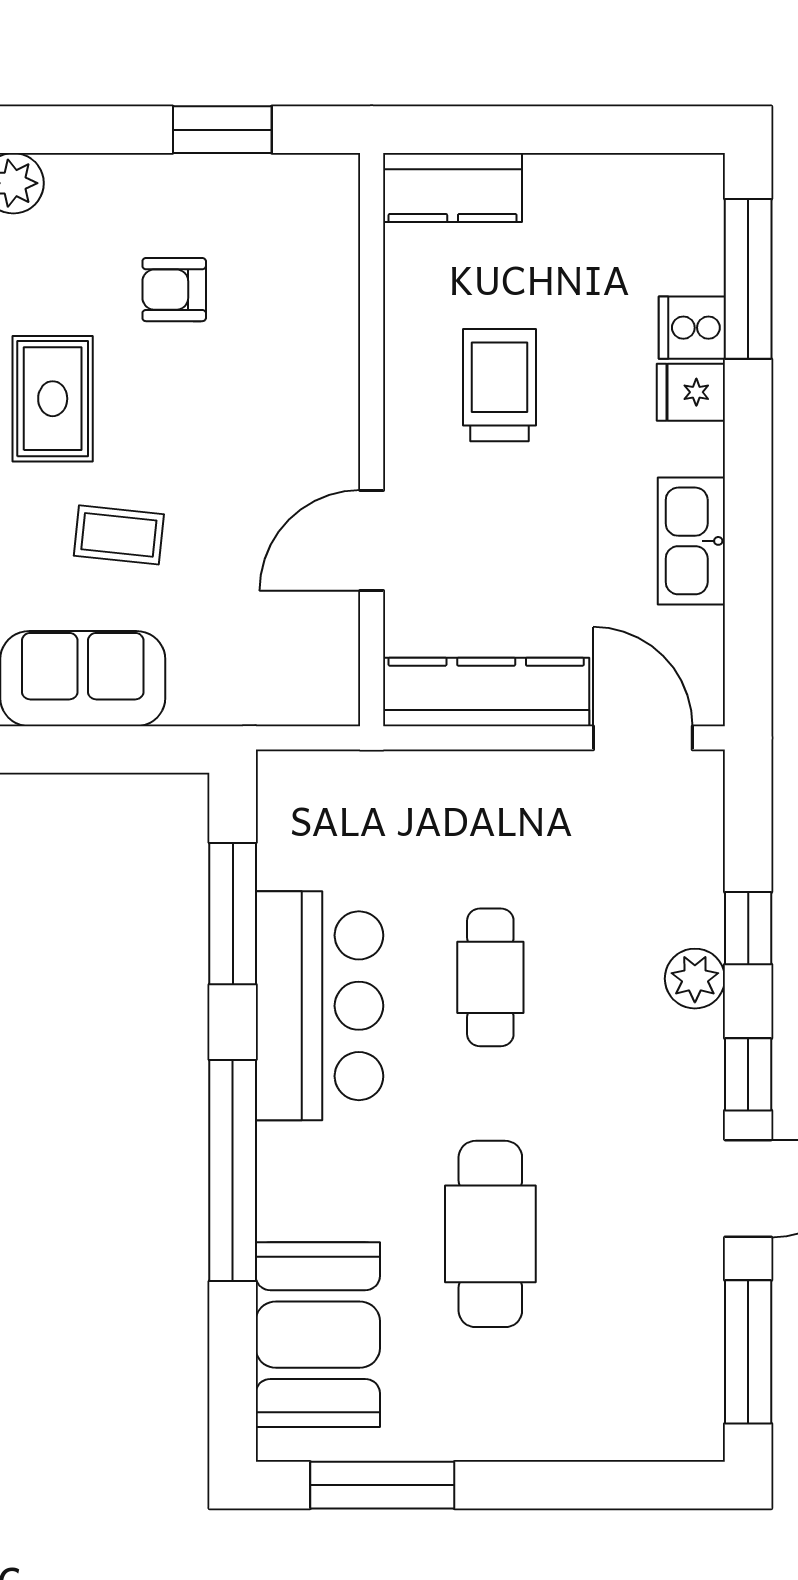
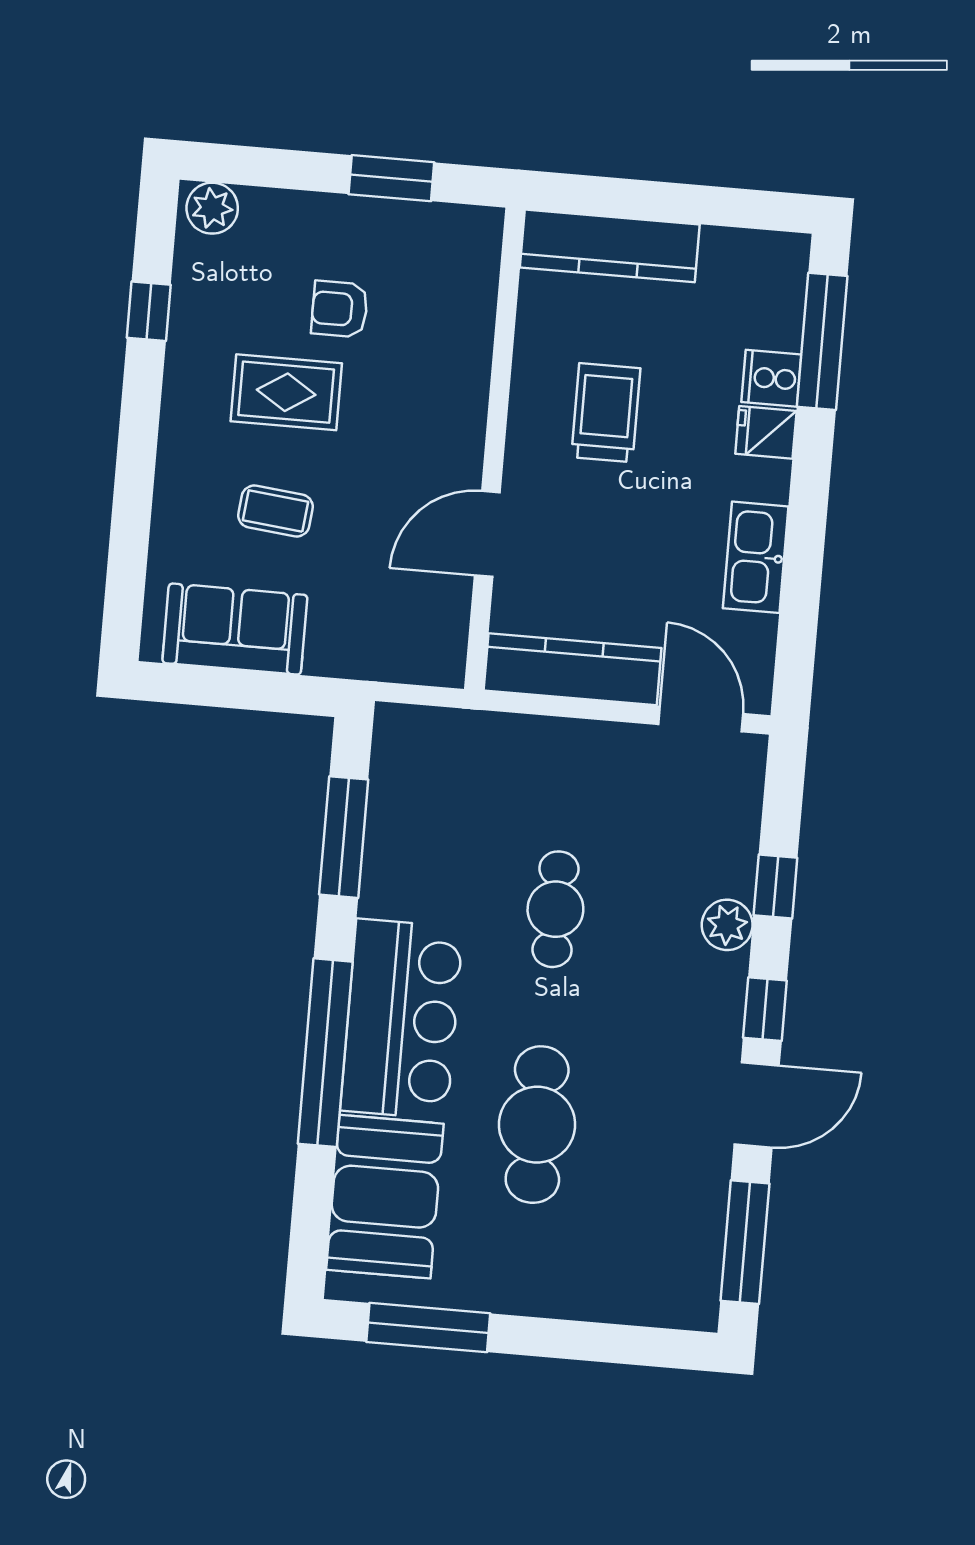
kitchen counter: (453, 187) -> (610, 246), width x1.50
rug: (53, 399) -> (286, 392), moved, turned 90
bar counter: (319, 1006) -> (402, 1019), moved

